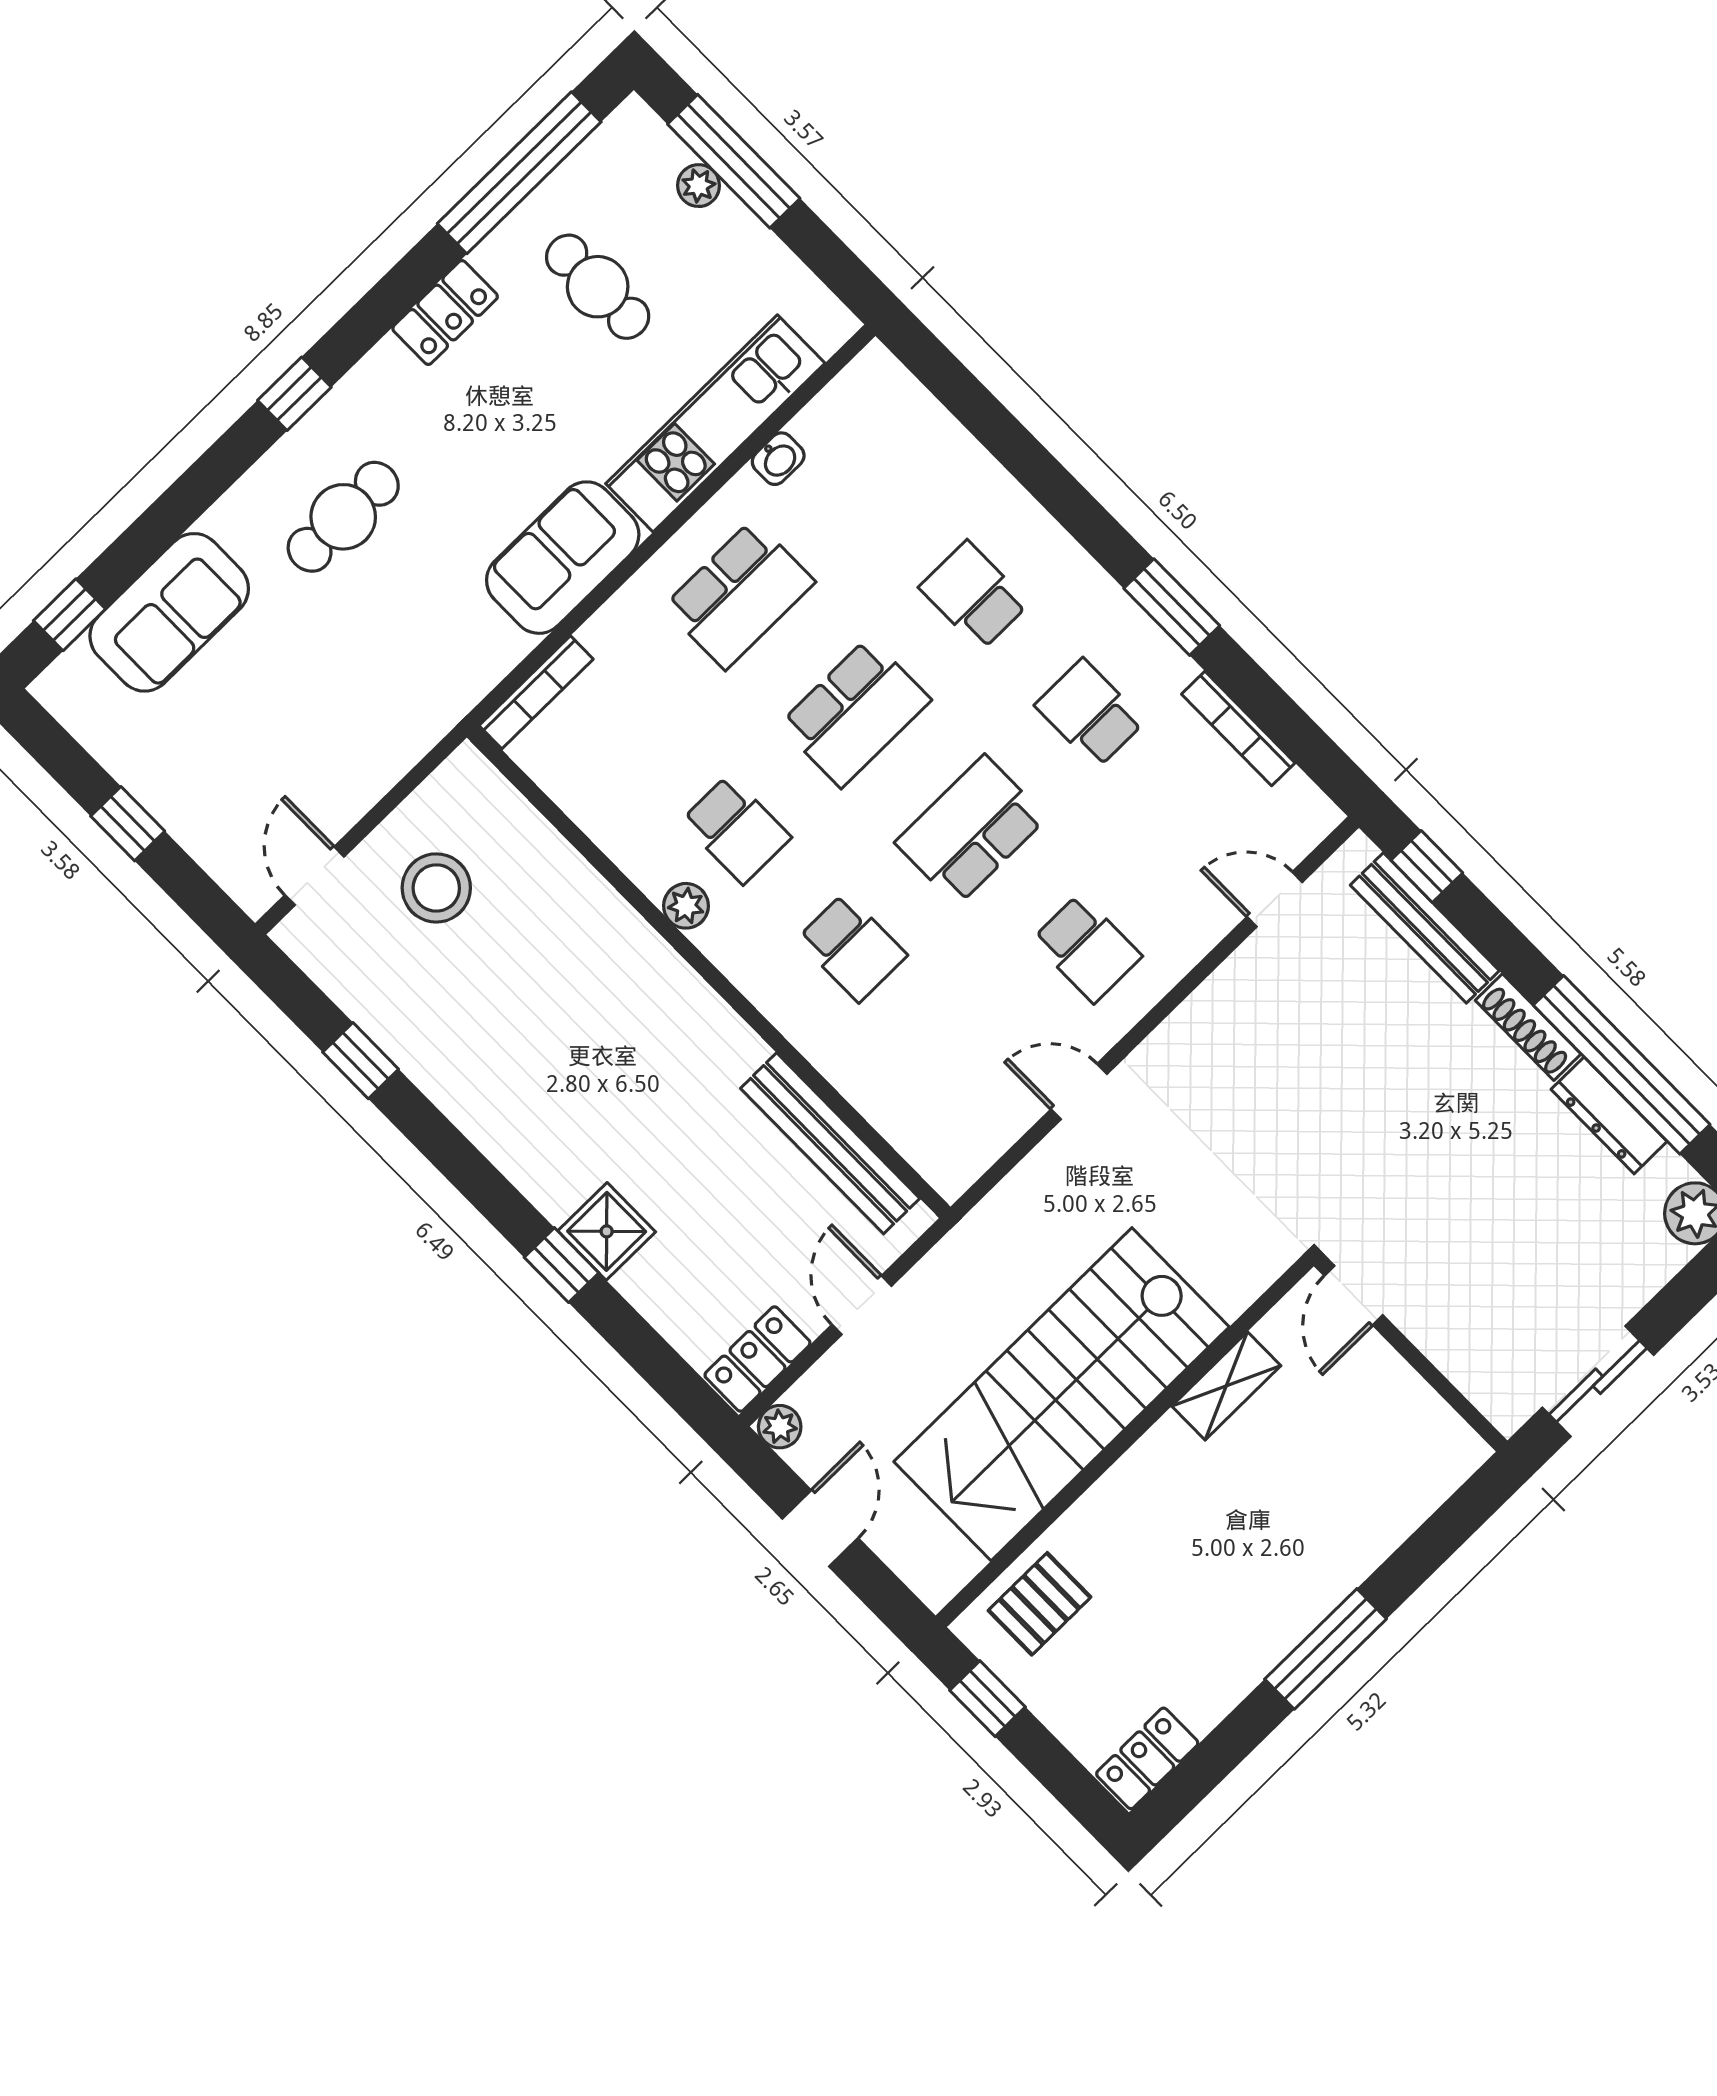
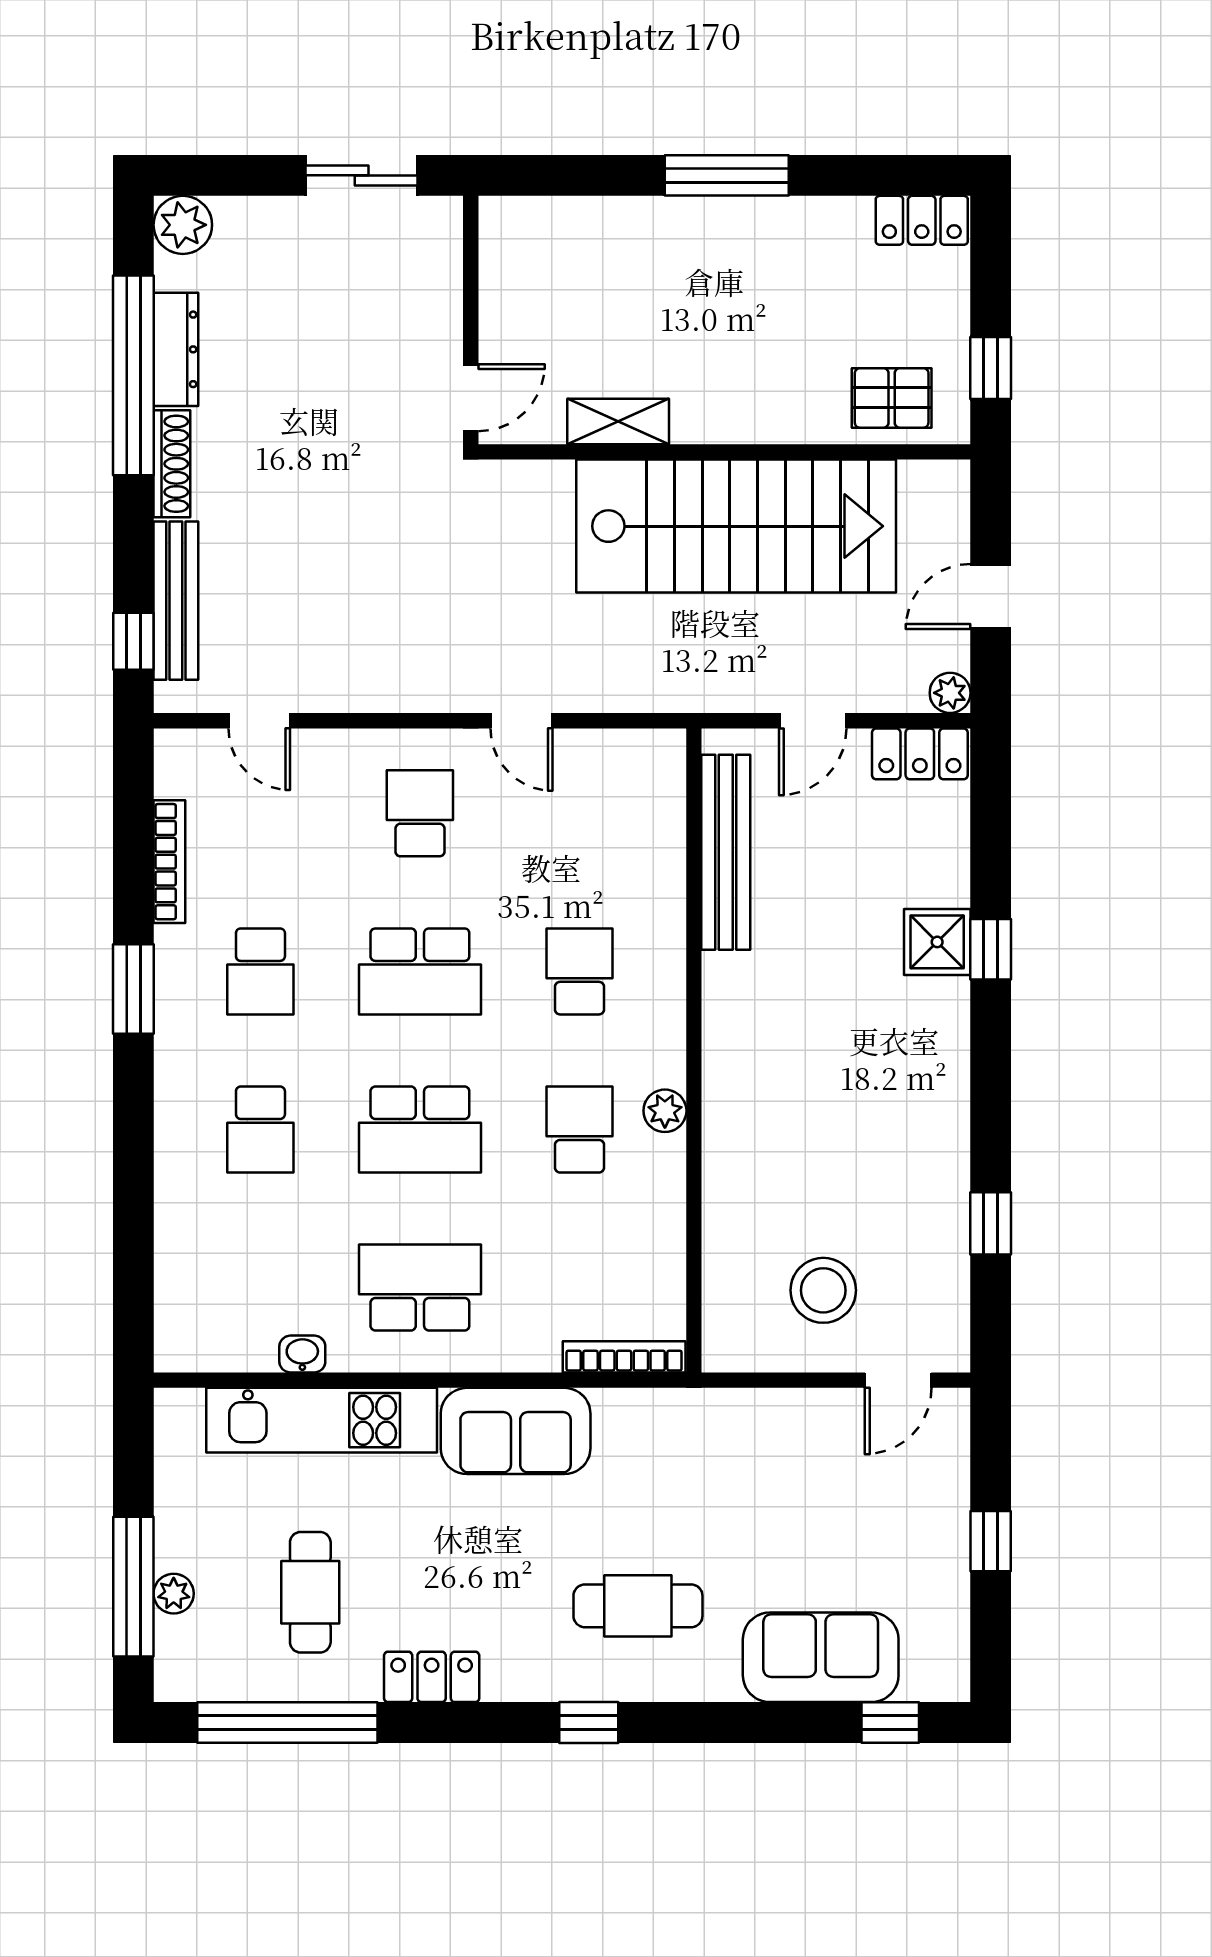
school desk: (855, 712) -> (420, 1129), turned 180

